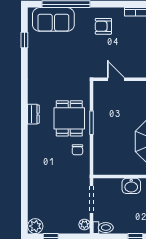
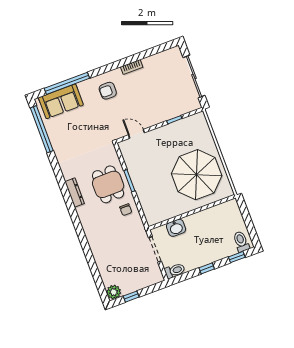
window: (24, 40) -> (42, 129), width x3.17
dresser: (33, 114) -> (75, 193), width x1.44
washbasin: (131, 186) -> (176, 228), moved
plant: (84, 224) -> (157, 274), removed

